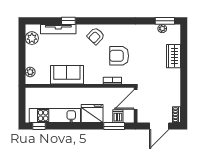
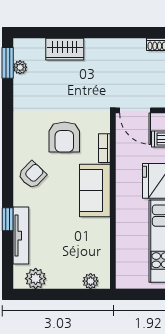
armchair: (96, 36) -> (32, 175), turned -90
sofa: (67, 75) -> (95, 190), moved

